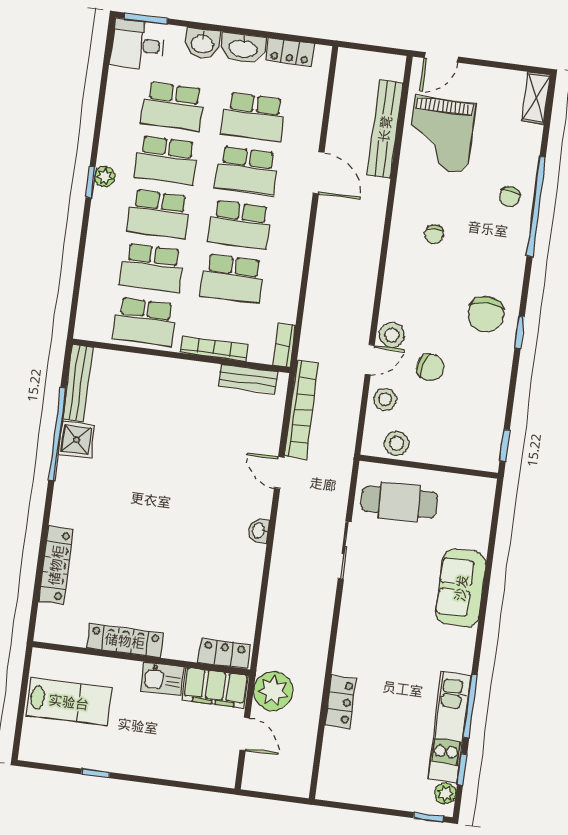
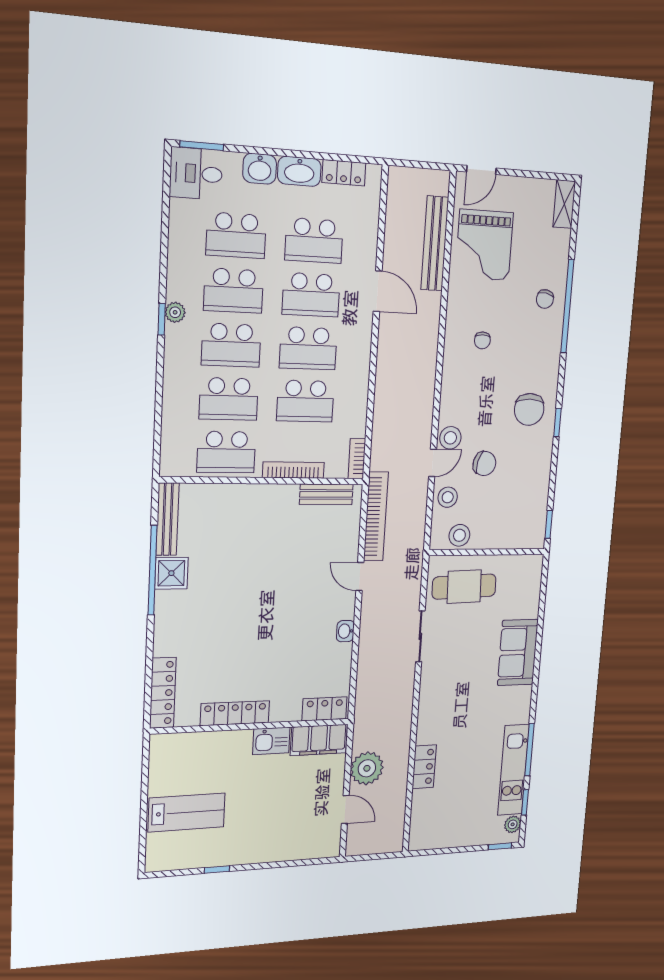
locker: (125, 641) -> (235, 713), moved
locker: (224, 653) -> (324, 709), moved
wall: (141, 658) -> (251, 726), moved
kitchen sink: (162, 679) -> (271, 741), moved
filing cabinet: (215, 688) -> (319, 740), moved

